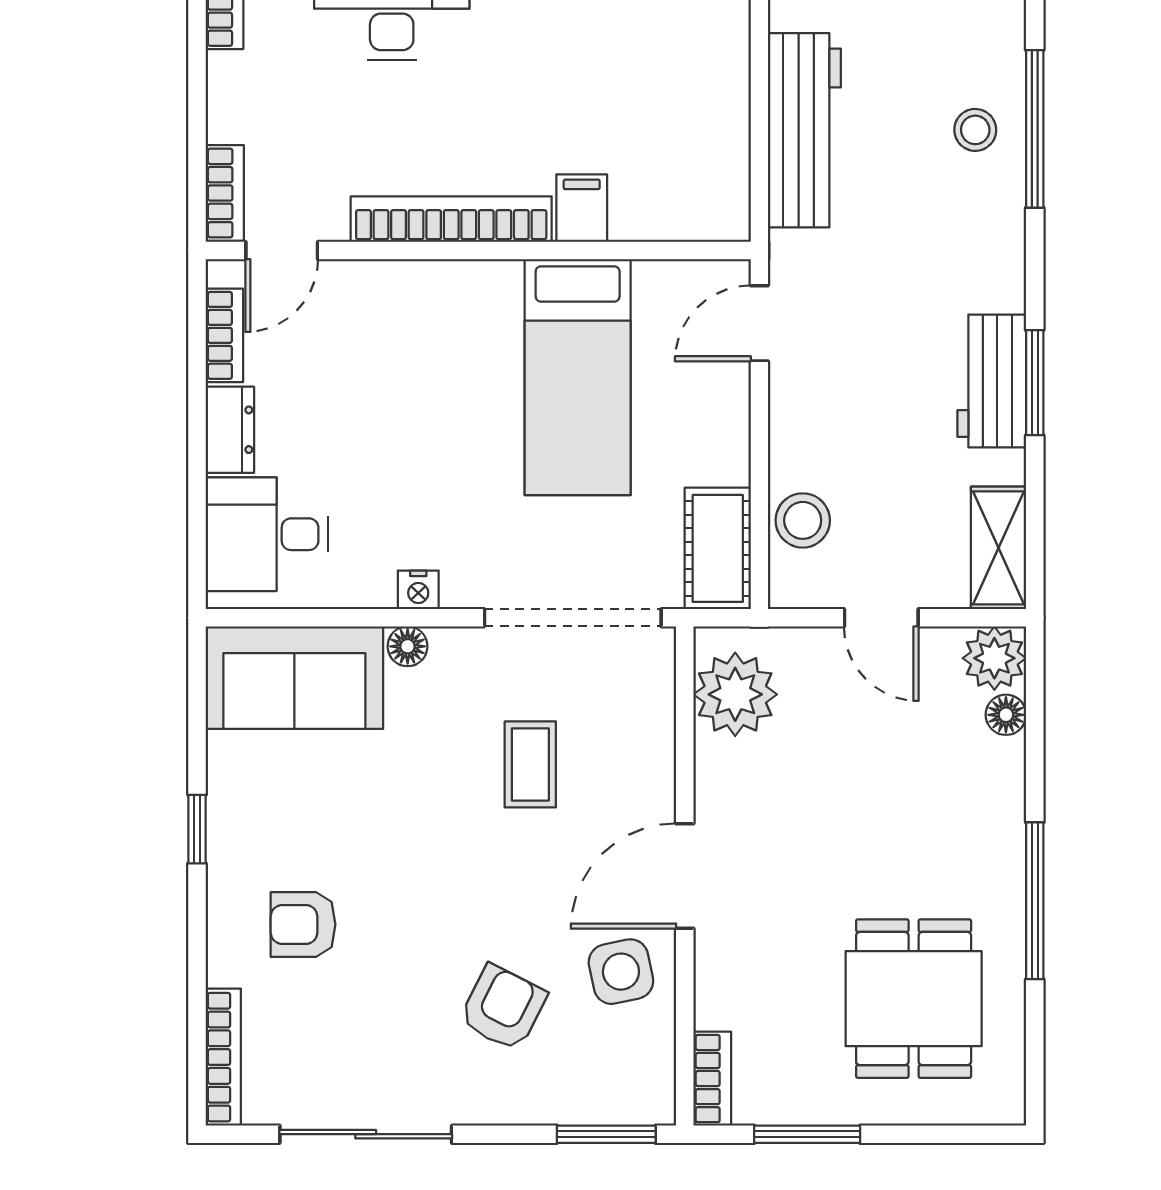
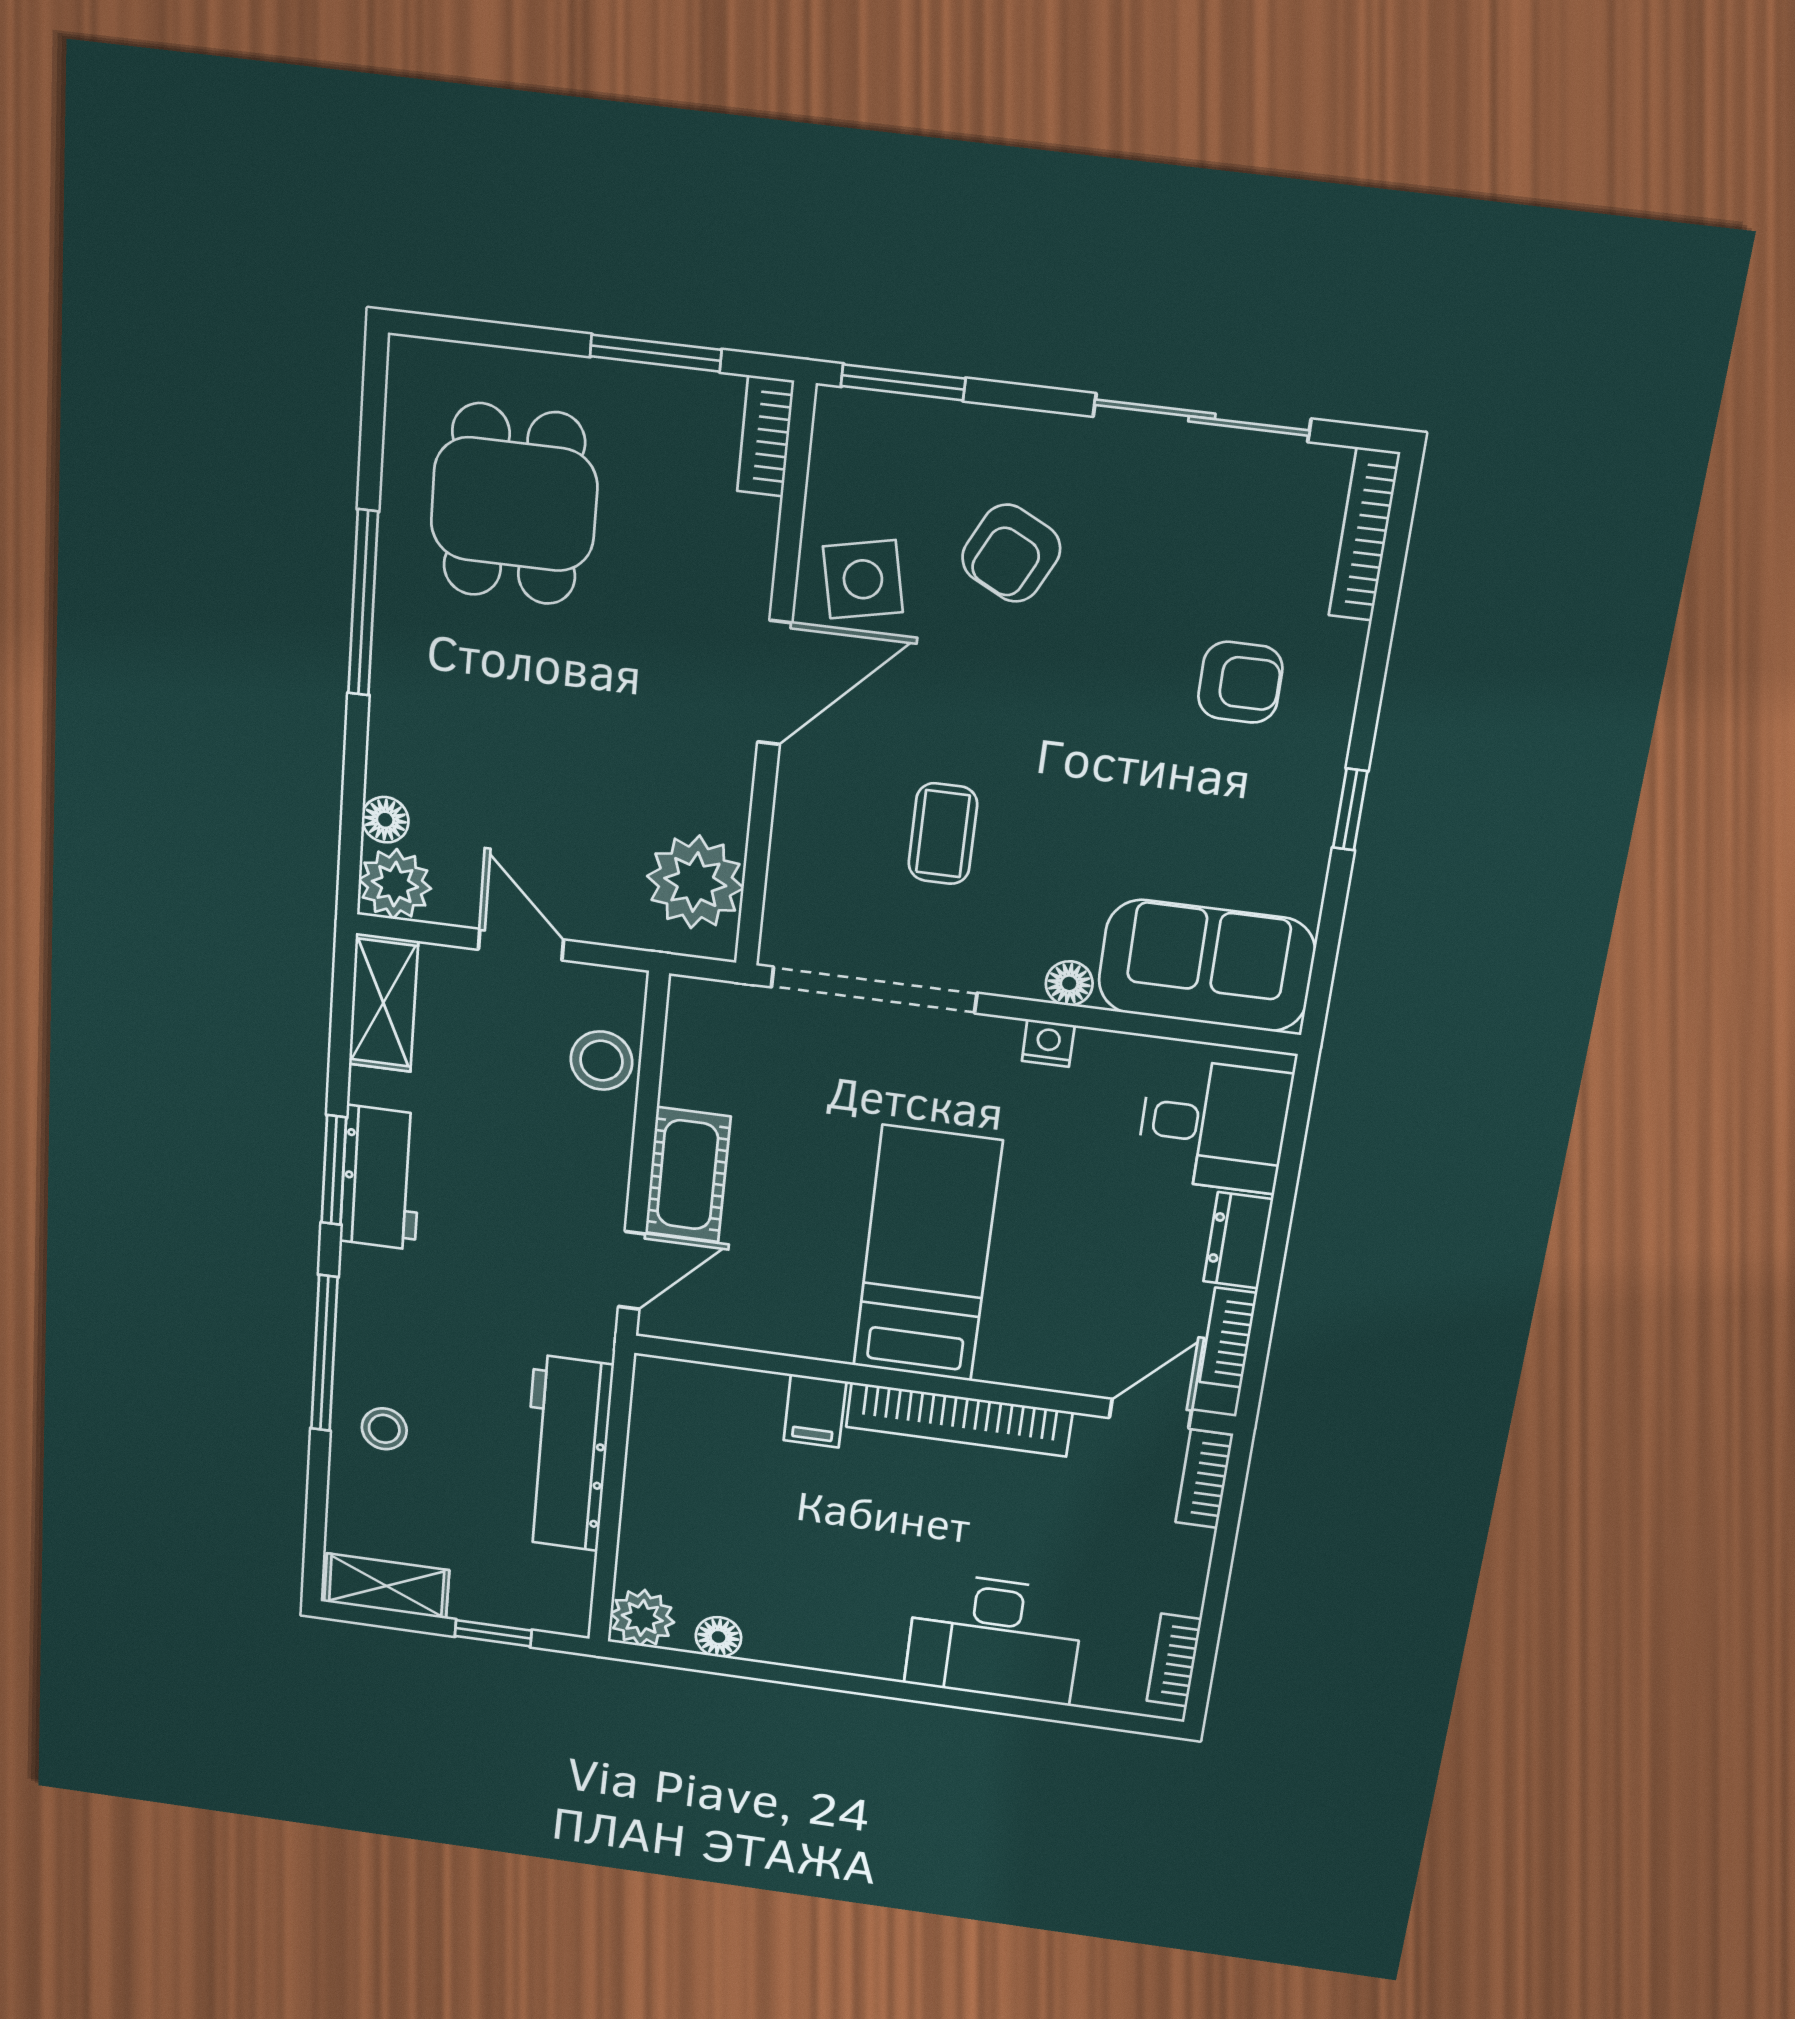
window: (1035, 129) -> (324, 1353), moved
bed: (578, 377) -> (927, 1254), moved
cot: (718, 548) -> (688, 1175), moved

